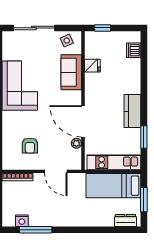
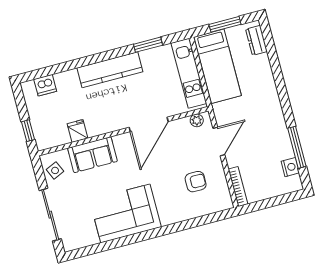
kitchen counter: (132, 111) -> (110, 70), width x1.50
plant: (76, 143) -> (197, 120), moved

